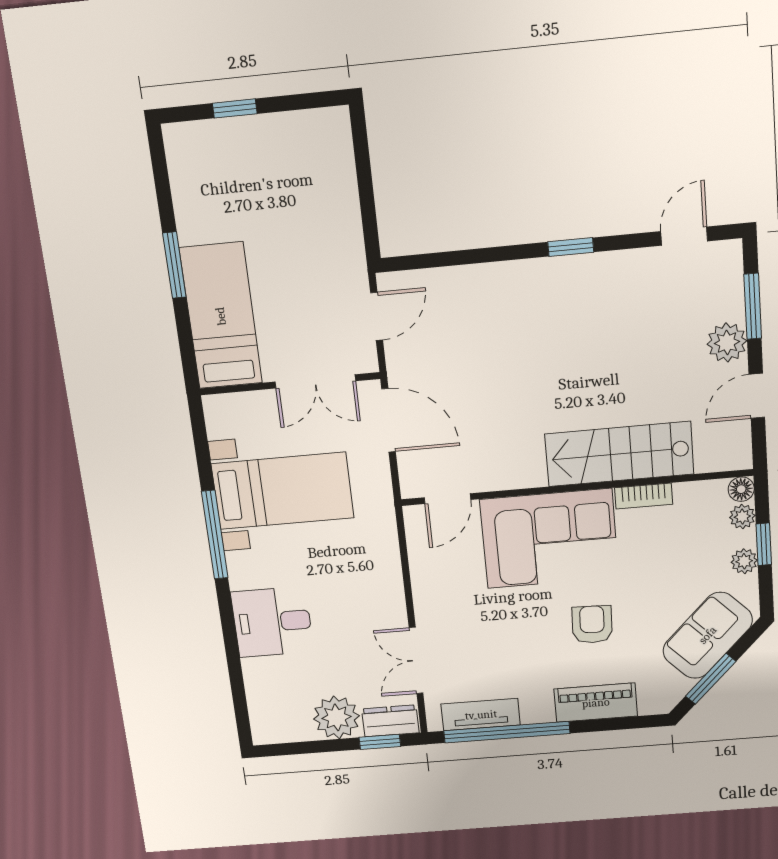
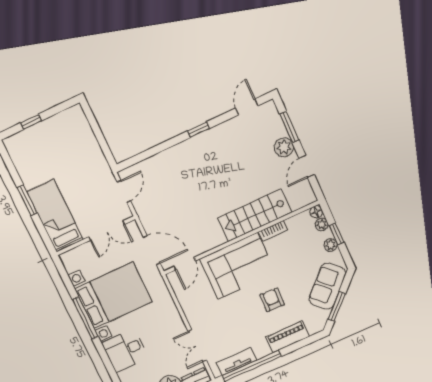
door: (389, 420) -> (152, 250), moved
bed with nightstands: (283, 491) -> (113, 295), width x1.36

